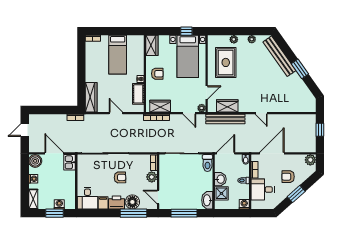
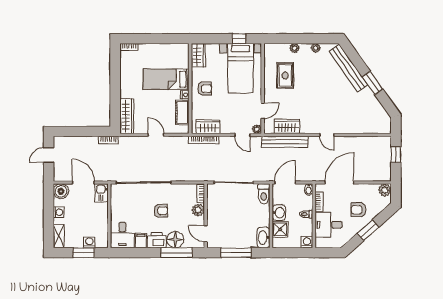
bed: (118, 55) -> (166, 79), moved, turned 90
rug: (226, 62) -> (285, 75), width x0.73, depth x0.70

